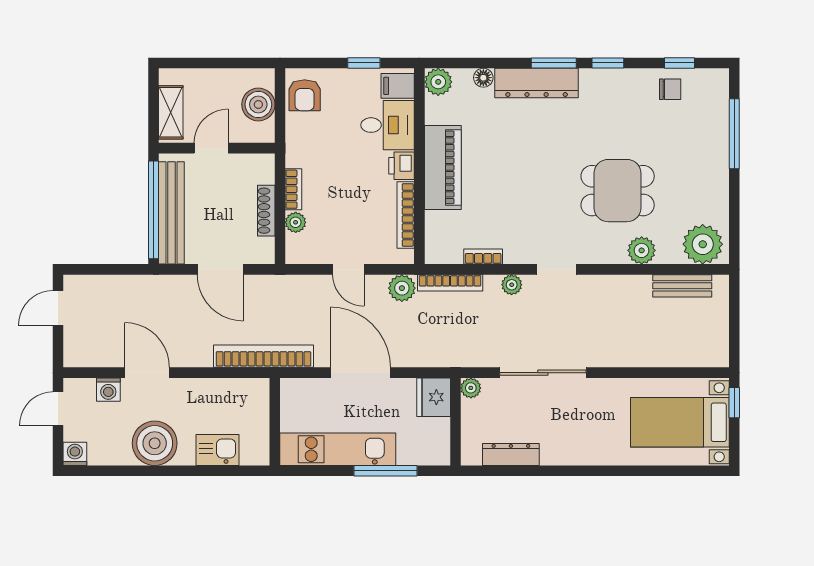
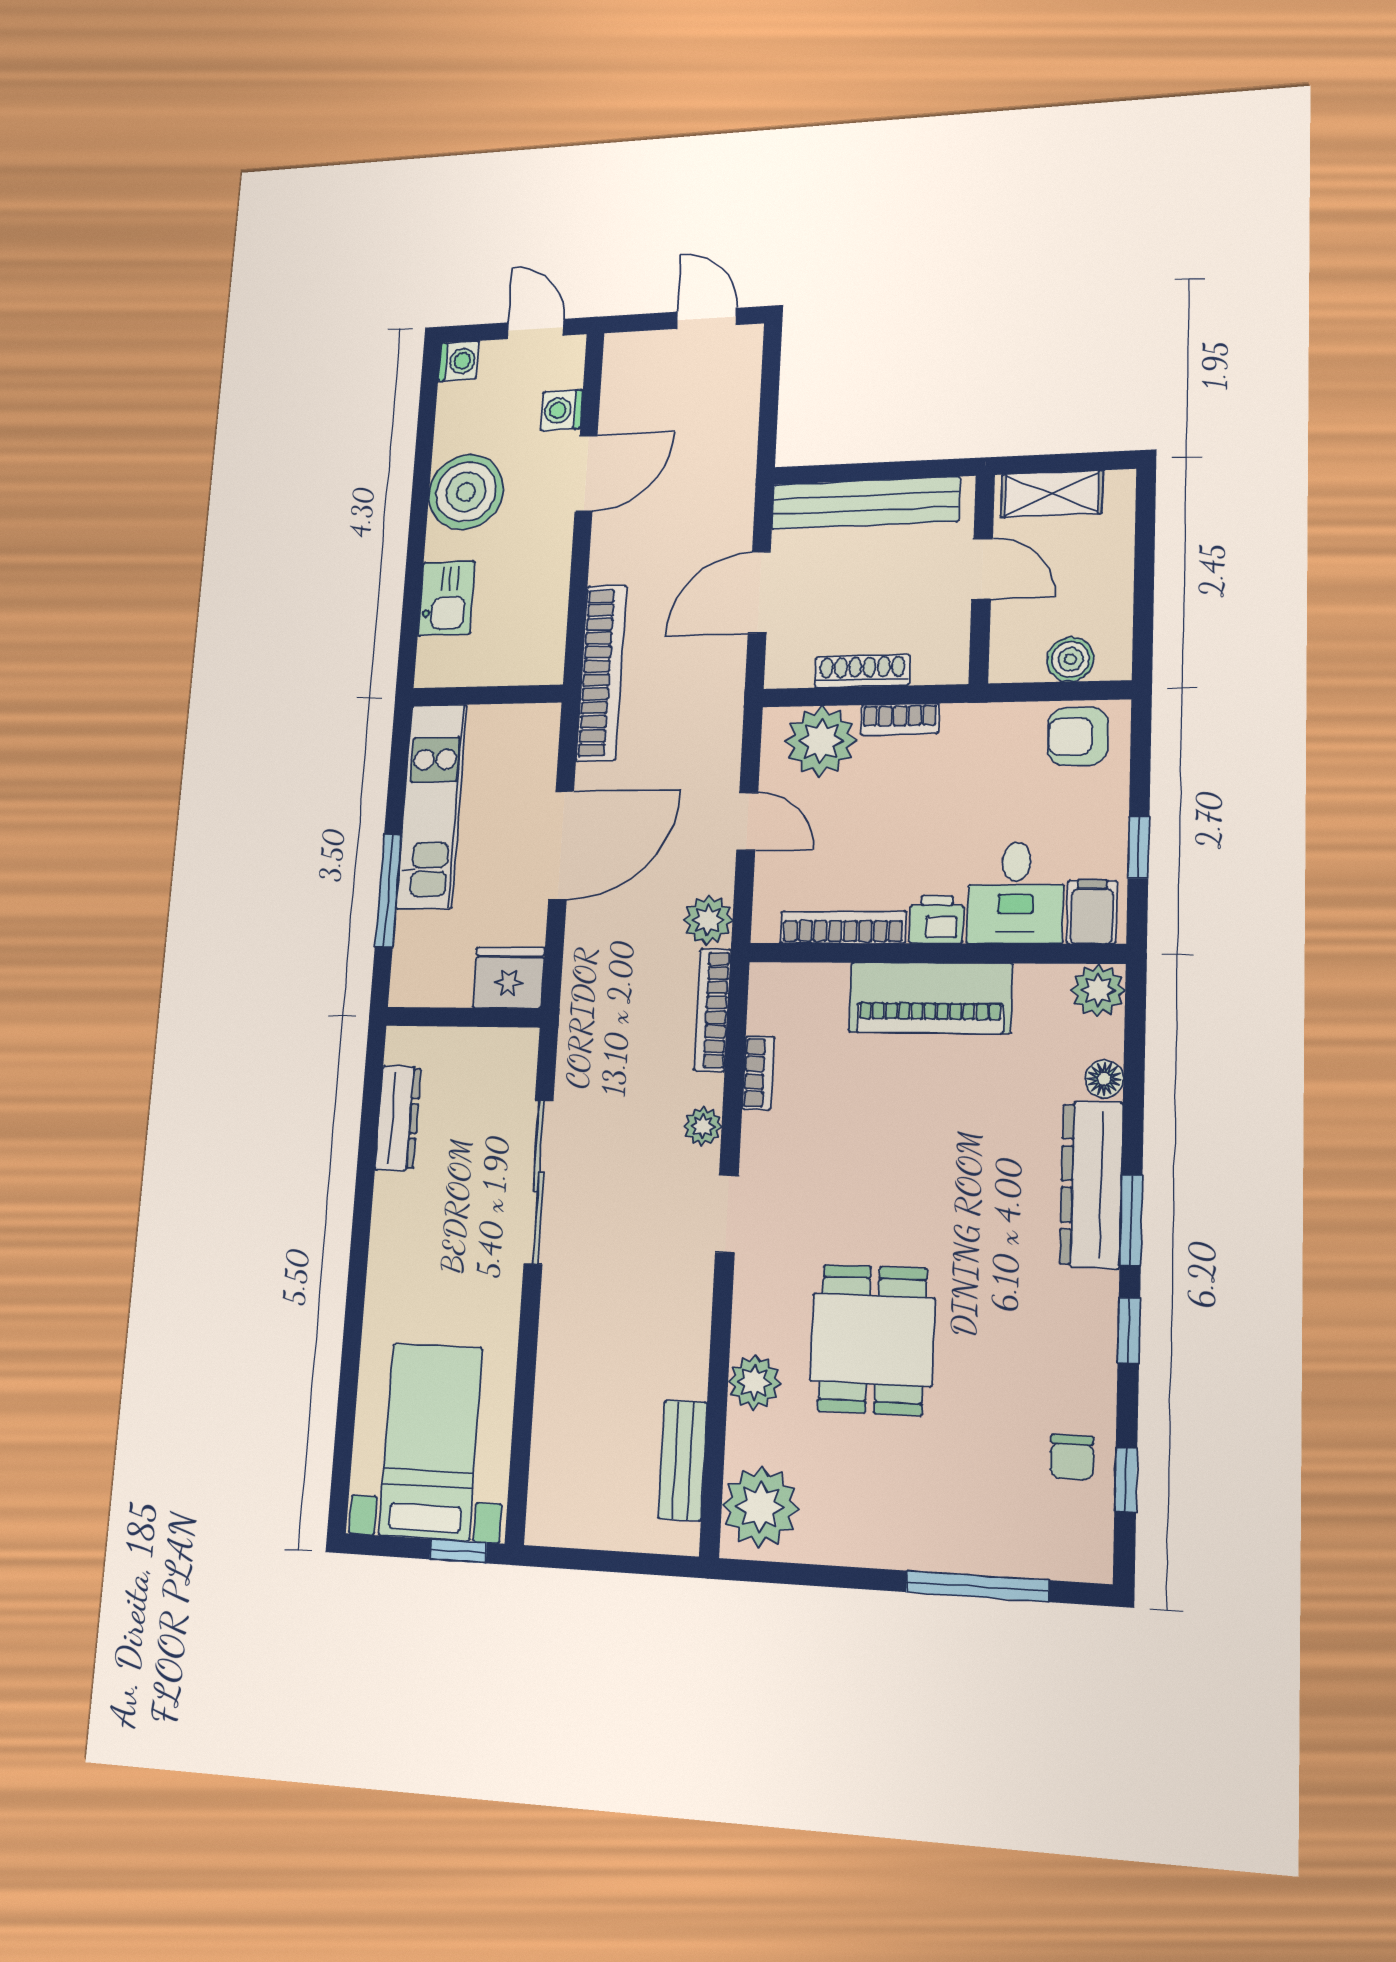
boiler: (258, 104) -> (1070, 659), width x0.73, depth x0.73
window: (154, 210) -> (872, 472), removed
plant: (296, 222) -> (821, 741), width x1.88, depth x1.88
door: (348, 269) -> (747, 821), swing flipped
plant: (471, 388) -> (520, 1046), removed

